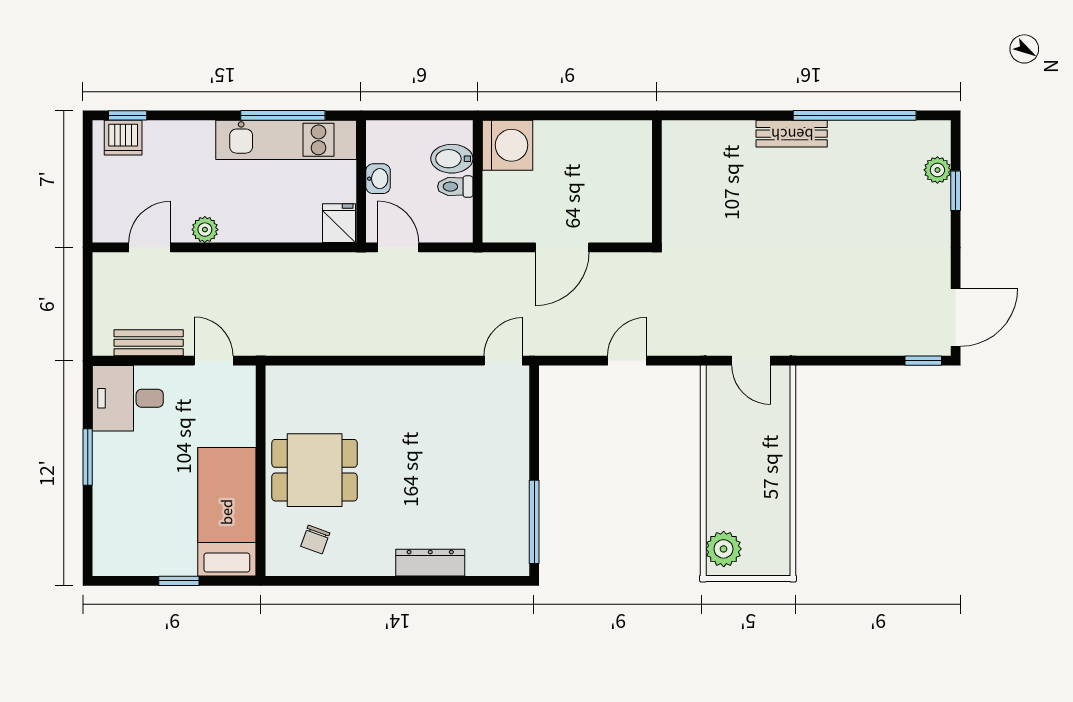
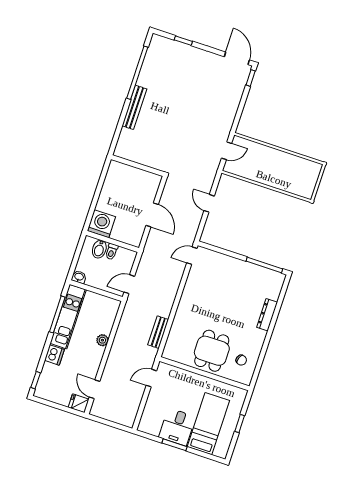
bench: (792, 134) -> (134, 107), width x1.36
dishwasher: (123, 138) -> (54, 355), moved
plant: (937, 170) -> (172, 45), removed
washbasin: (378, 179) -> (79, 277), moved
fridge: (339, 223) -> (79, 403), moved
plant: (205, 230) -> (102, 340), moved
bench: (149, 343) -> (158, 332), moved
door: (503, 361) -> (192, 256), hinge flipped
desk: (128, 398) -> (177, 427), moved
bed: (227, 512) -> (208, 424), moved, turned 90
plant: (724, 549) -> (302, 189), removed

